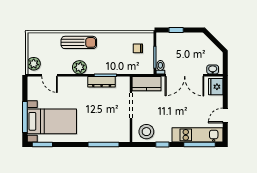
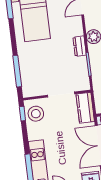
dresser: (102, 82) -> (80, 46), moved, width x0.70
window: (162, 144) -> (22, 114), moved

